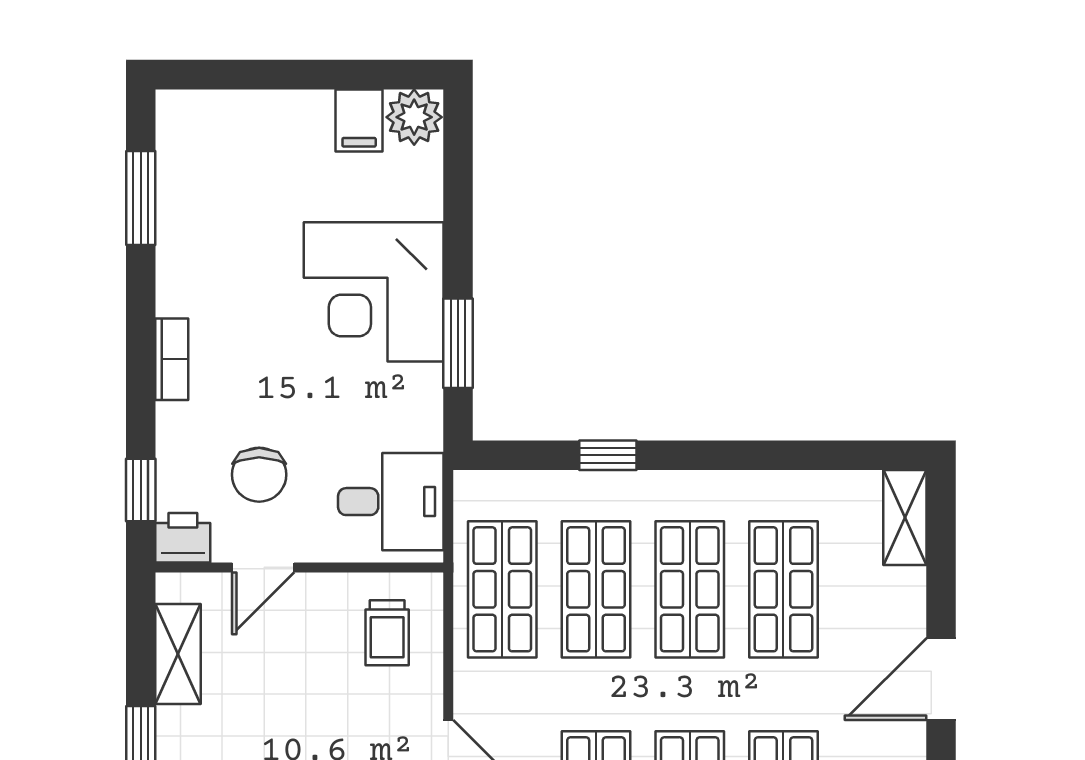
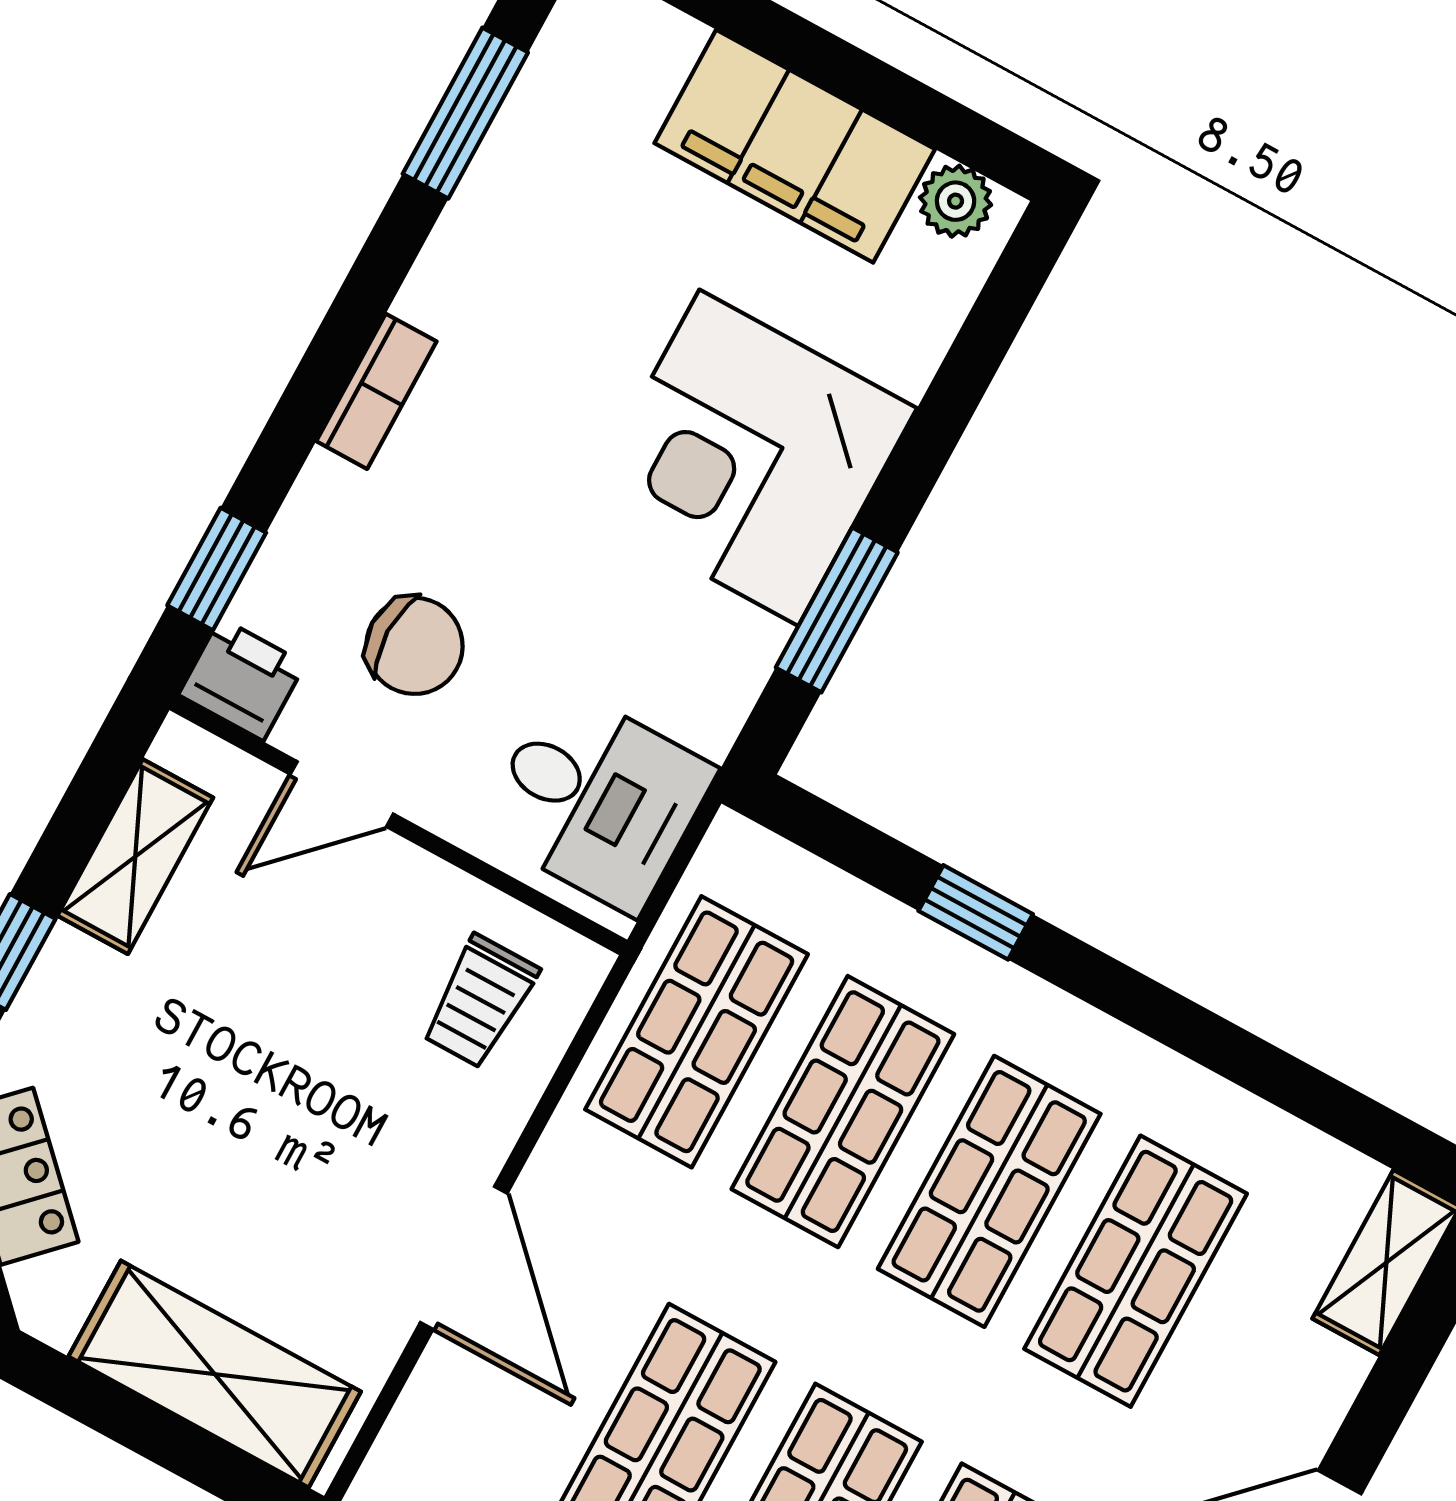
plant: (414, 117) -> (956, 201), width x0.73, depth x0.73
filing cabinet: (359, 120) -> (795, 146), width x3.00, depth x1.17
chair: (259, 475) -> (414, 646), turned -90

